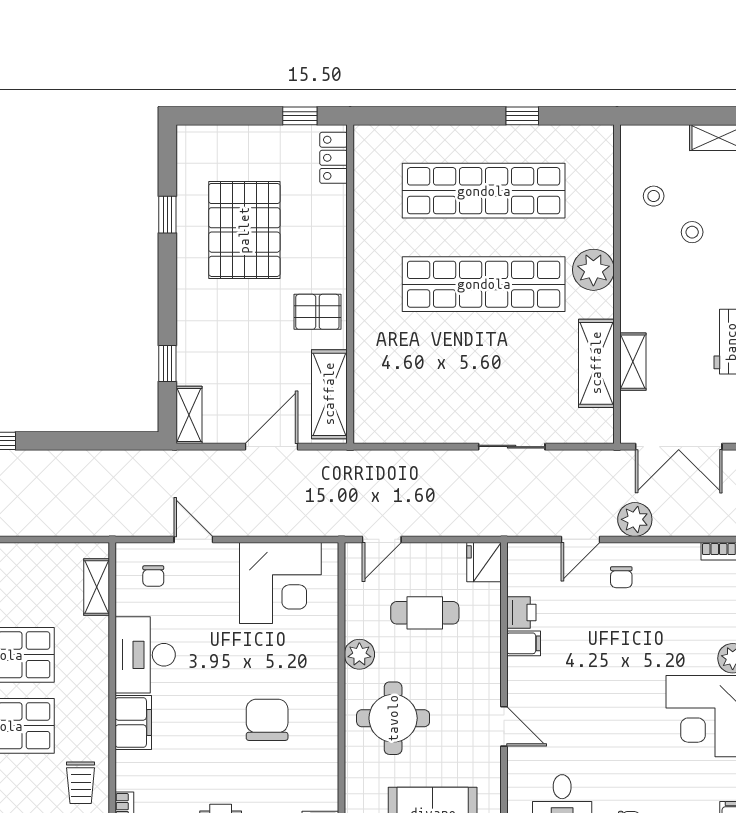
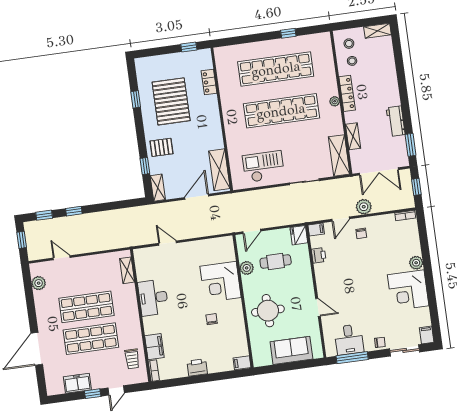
locker: (334, 158) -> (209, 82), moved
stool: (692, 232) -> (349, 44), moved
locker: (633, 266) -> (347, 93), added
plant: (593, 270) -> (335, 101), width x0.53, depth x0.53
pallet: (317, 312) -> (161, 147), moved
shelving: (596, 363) -> (339, 155), moved
checkout: (427, 401) -> (263, 167), added
chair: (153, 576) -> (152, 262), removed
corner desk: (280, 583) -> (221, 282), moved, turned 90
filing cabinet: (524, 643) -> (316, 229), moved
plant: (359, 654) -> (247, 268), moved
chair: (267, 720) -> (212, 319), width x0.54, depth x0.54
filing cabinet: (133, 722) -> (154, 347), moved

